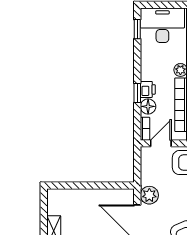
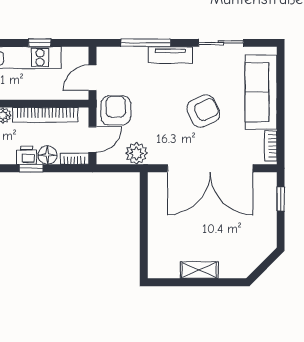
door: (161, 143) -> (92, 139), swing flipped
plant: (149, 195) -> (136, 153), moved

